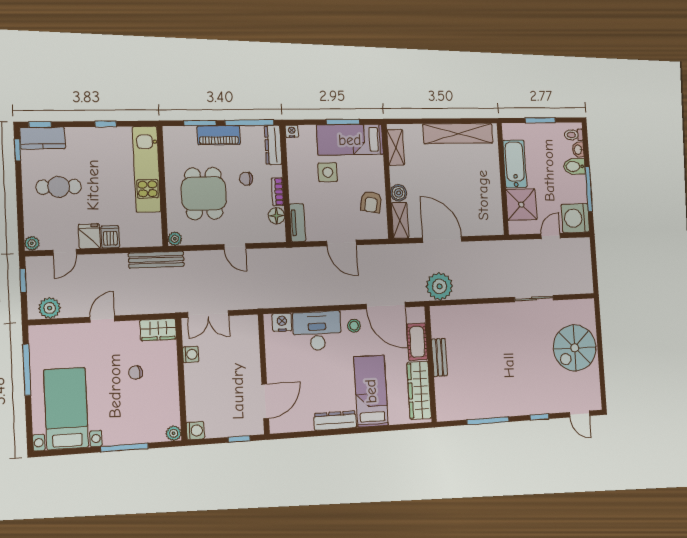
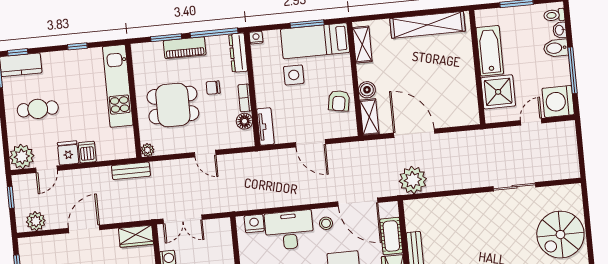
dining table: (204, 194) -> (173, 105), turned 90
plant: (32, 243) -> (22, 157), width x1.88, depth x1.88
bench: (156, 260) -> (131, 171), width x0.73
door: (102, 319) -> (84, 229), width x1.38

